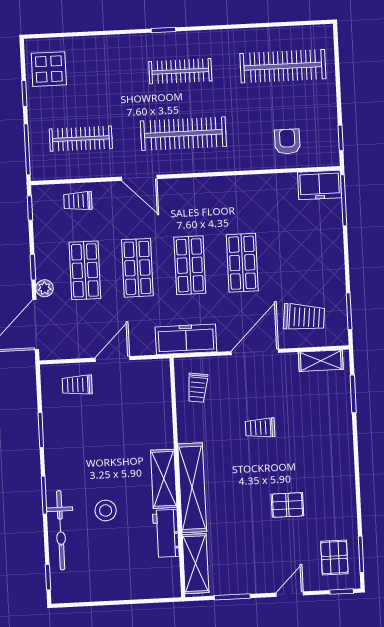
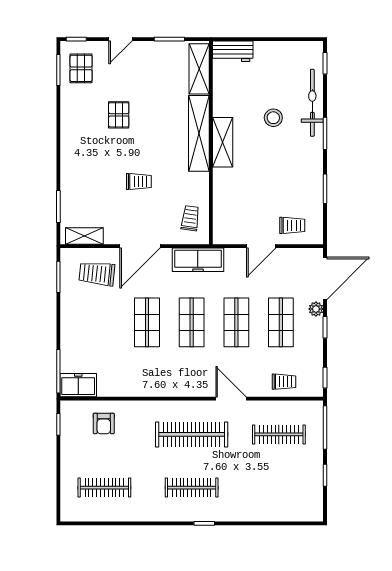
clothes rail: (283, 66) -> (104, 488), width x0.73, depth x0.76
display table: (49, 69) -> (303, 495), removed
pallet: (287, 505) -> (119, 115), turned 90
workbench: (166, 533) -> (233, 51), moved, turned 90

